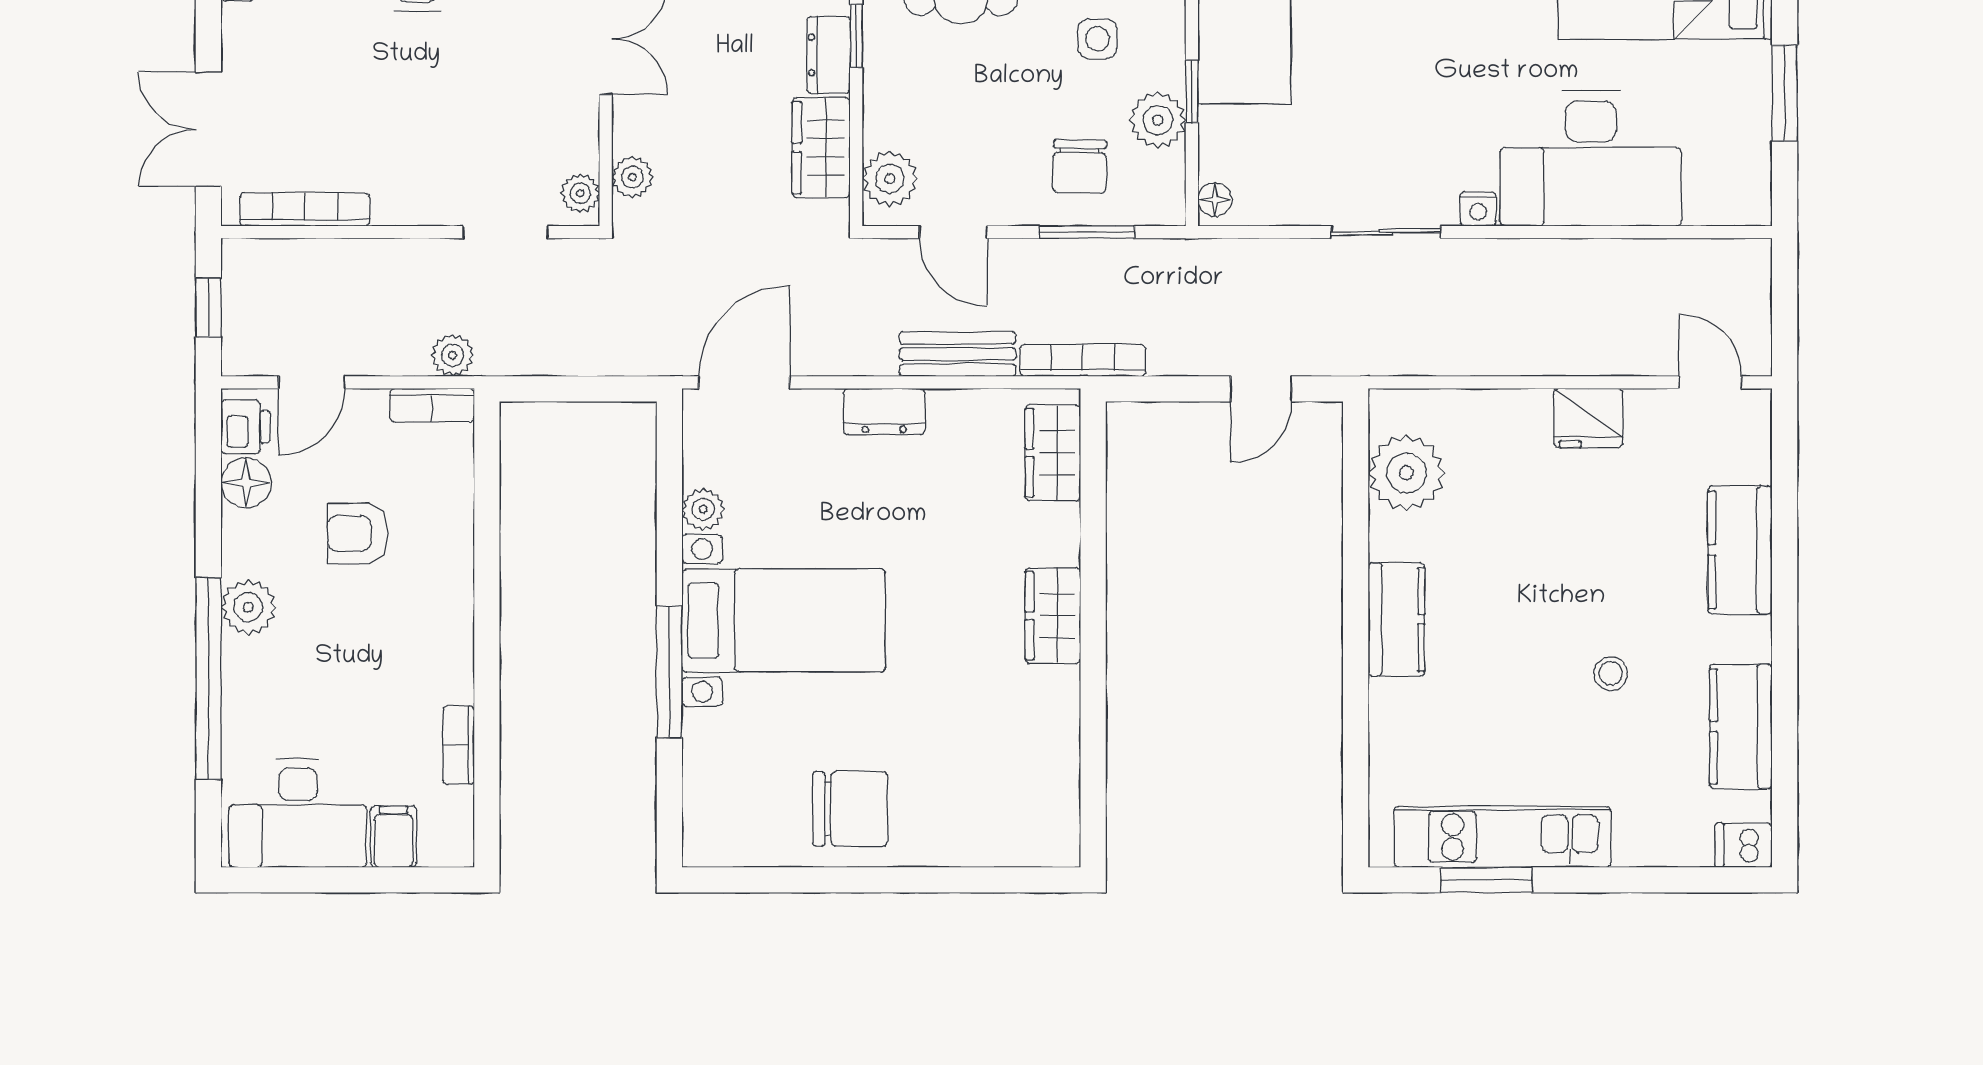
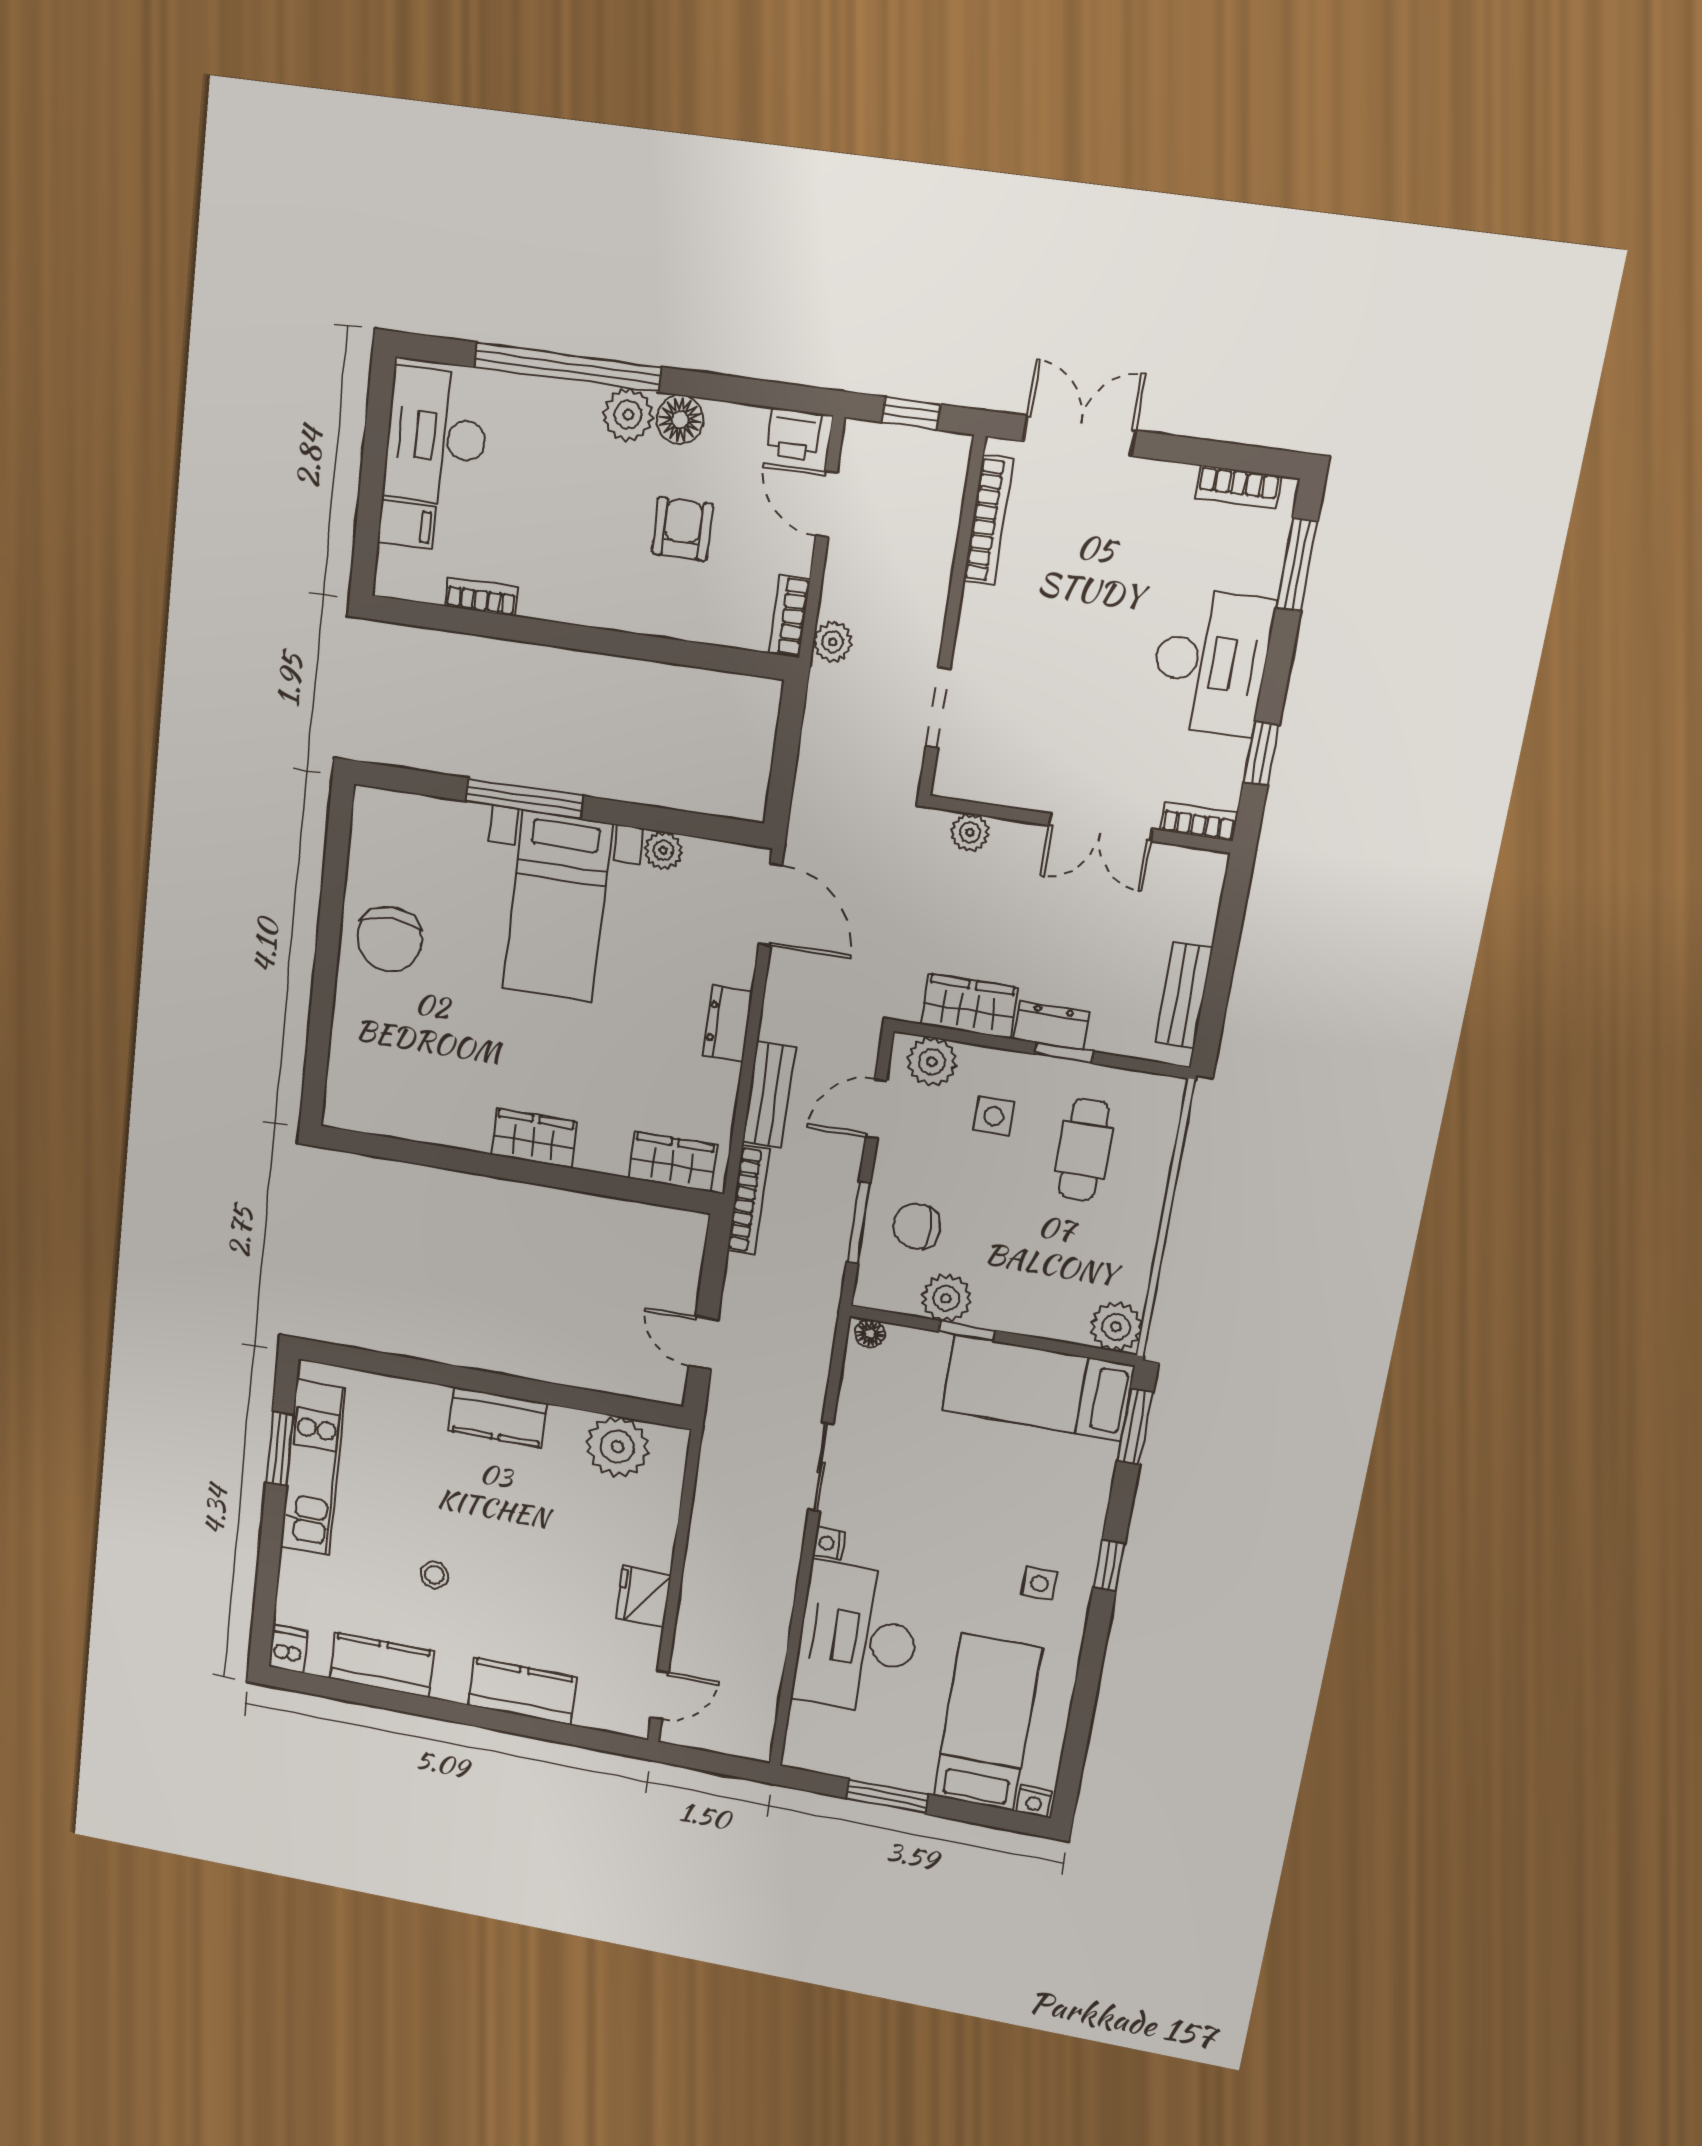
side table: (1097, 39) -> (994, 1116), moved
plant: (580, 193) -> (963, 783), removed
floor lamp: (246, 483) -> (680, 419), moved

